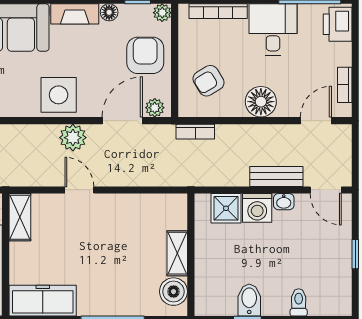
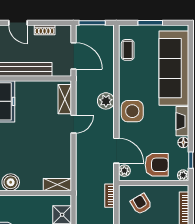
plant: (73, 138) -> (106, 101), moved
shelving: (20, 217) -> (65, 99), moved, turned 90
shelving: (177, 253) -> (57, 185), moved

